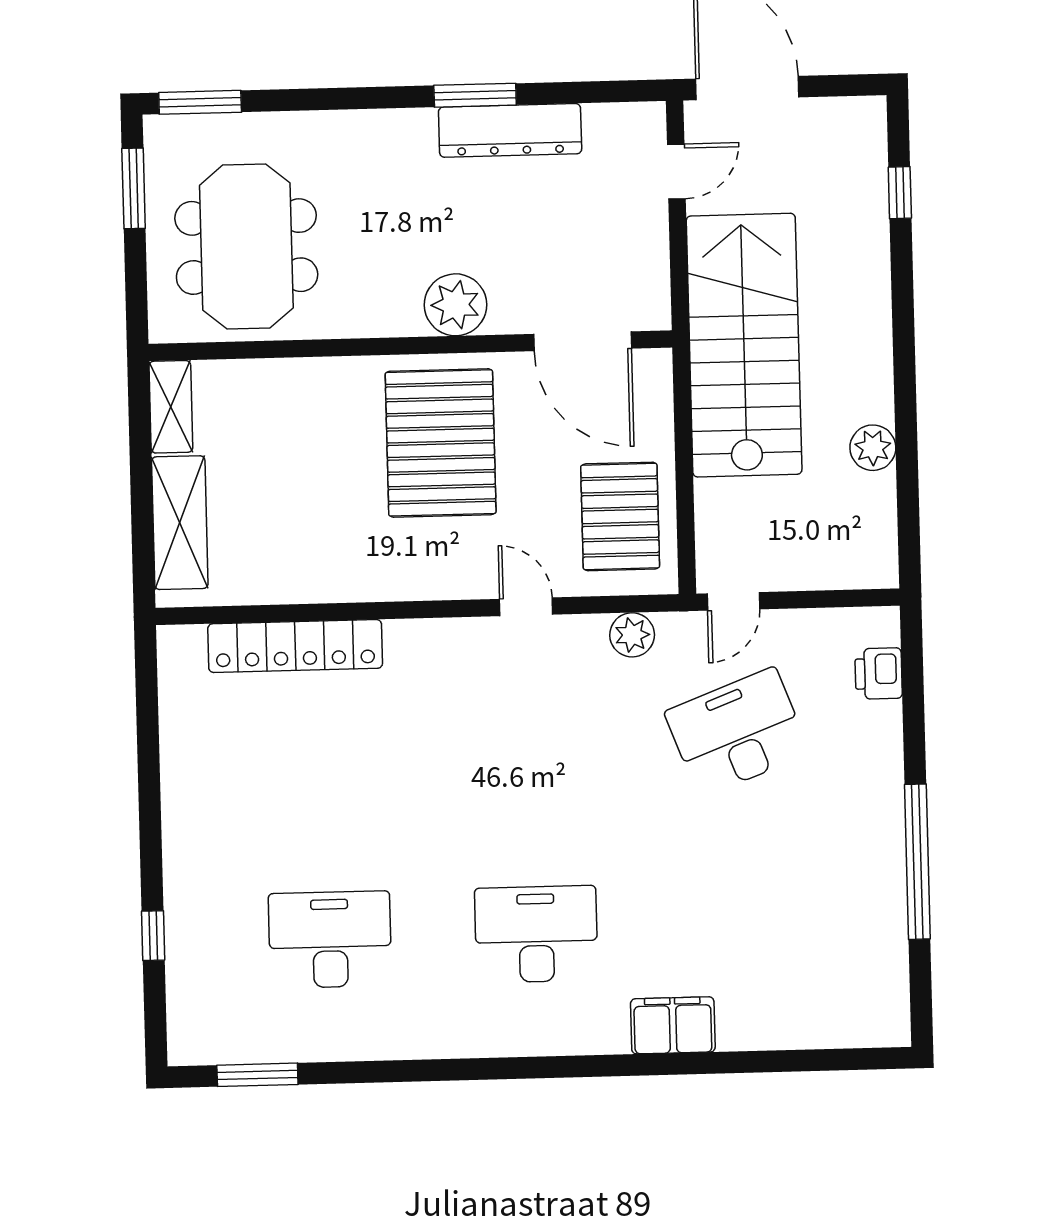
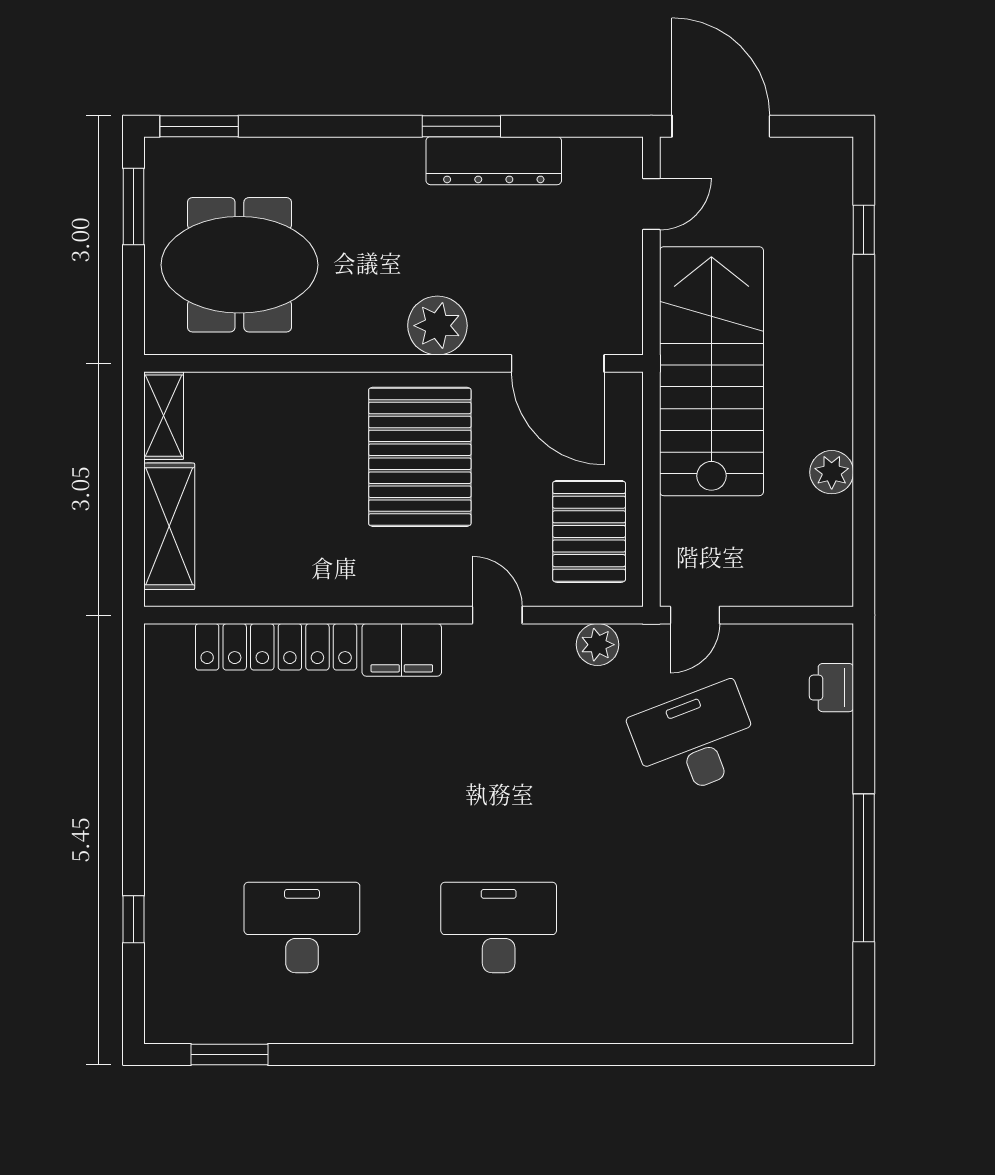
meeting table: (246, 247) -> (239, 265), turned 90
filing cabinet: (673, 1025) -> (402, 650), moved, turned 180

